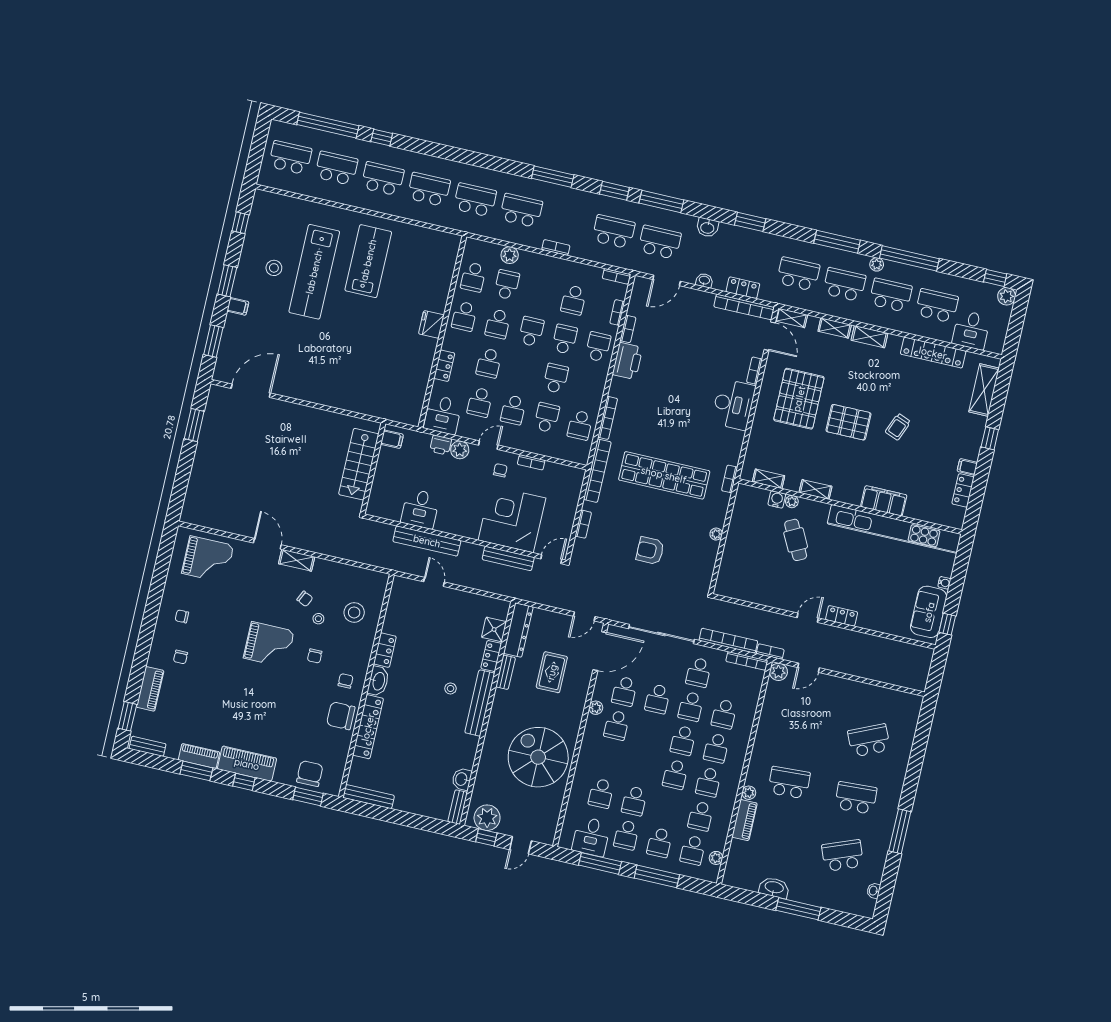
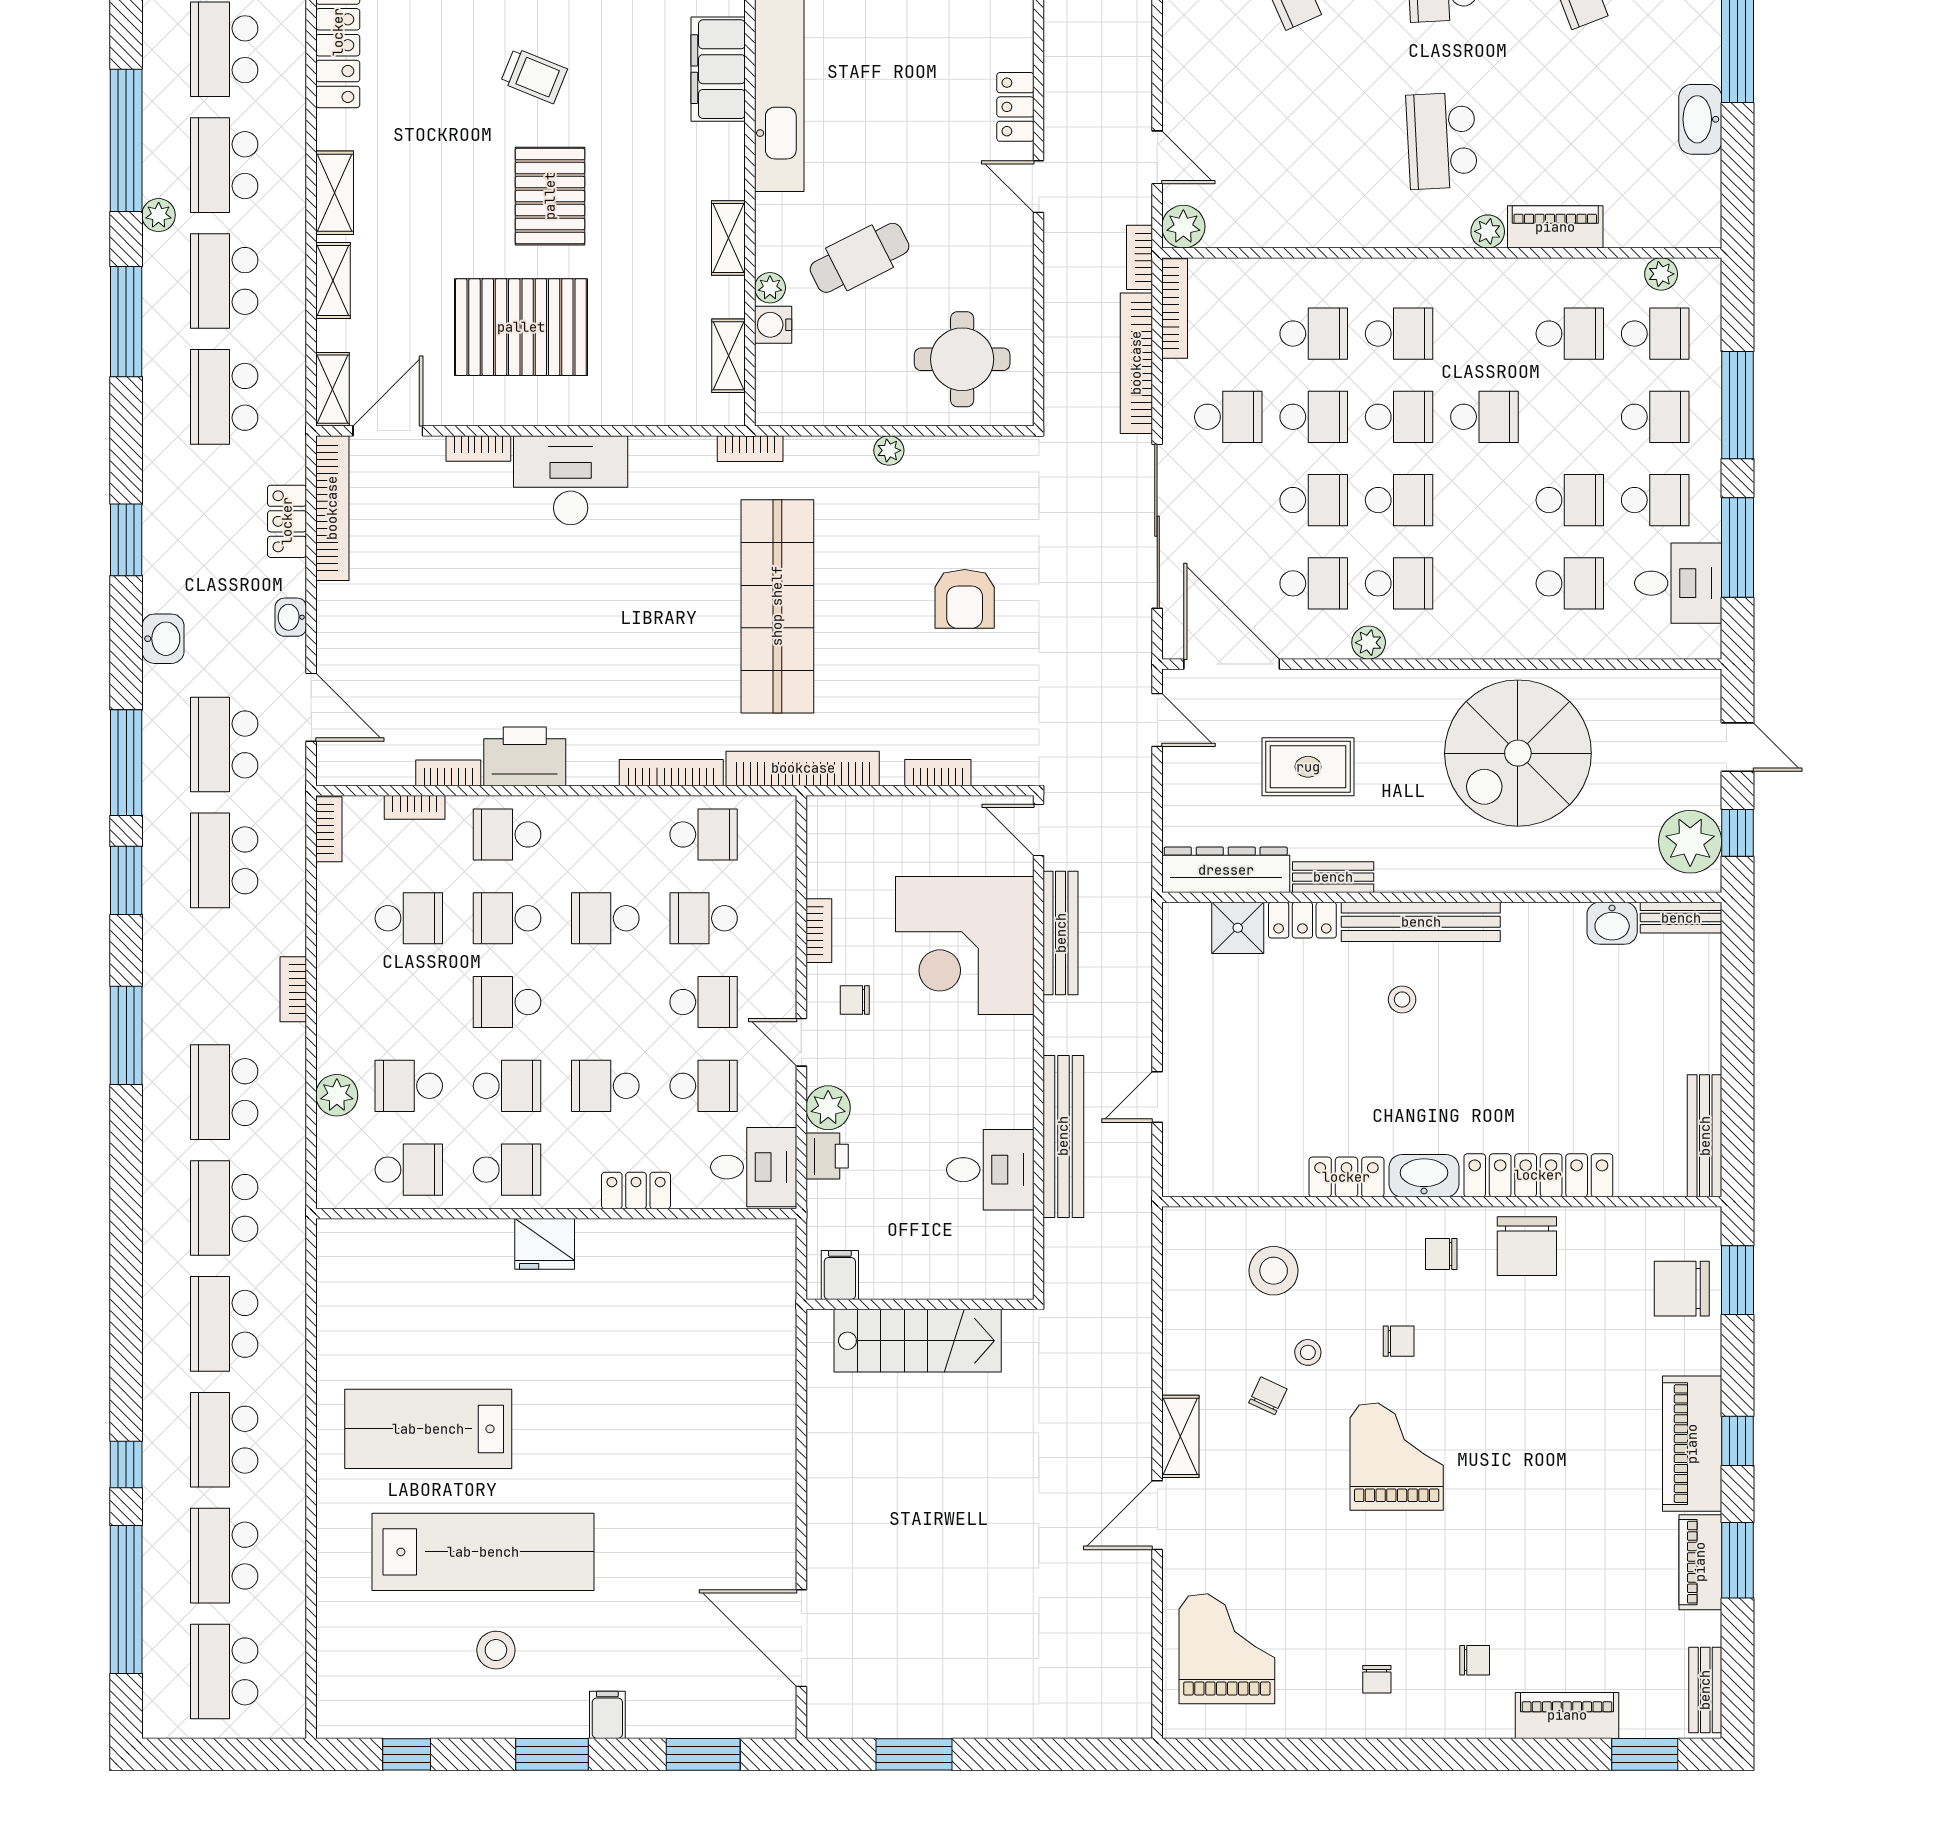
school desk: (489, 363) -> (605, 1086), turned 180
round table: (746, 572) -> (962, 359), added
school desk: (708, 782) -> (1399, 500), moved

